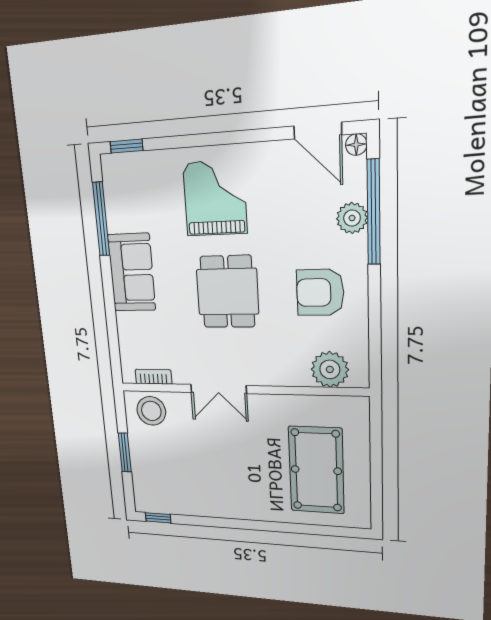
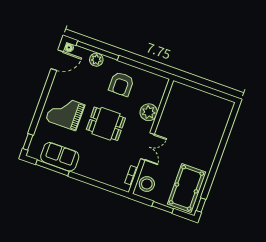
sofa: (132, 272) -> (60, 157), moved
plant: (330, 369) -> (149, 112), moved
pool table: (316, 470) -> (186, 188), moved, turned 90

